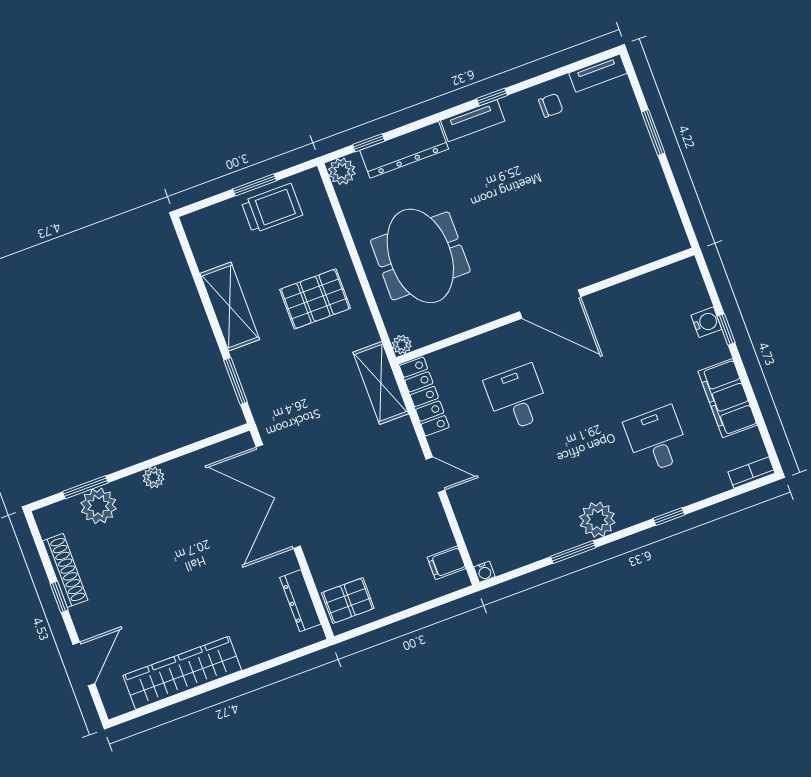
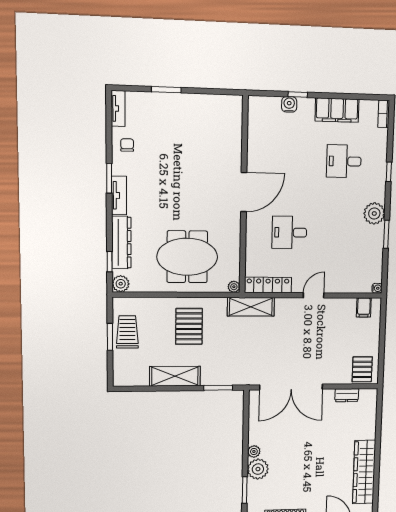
window: (492, 97) -> (109, 178), width x1.50
plant: (98, 506) -> (258, 469), moved
dresser: (300, 601) -> (347, 395), width x0.70

